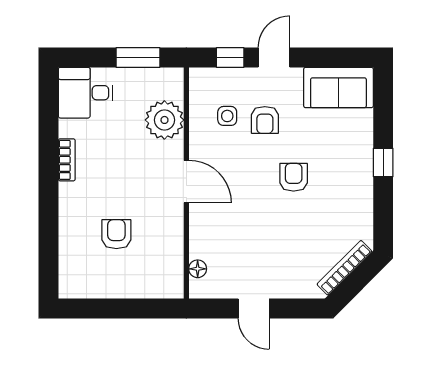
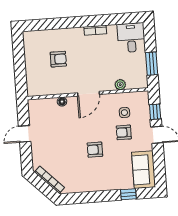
plant: (164, 120) -> (120, 85), width x0.53, depth x0.53
window: (383, 163) -> (128, 194), moved
armchair: (294, 177) -> (95, 150), turned 180
floor lamp: (198, 269) -> (62, 102), moved

